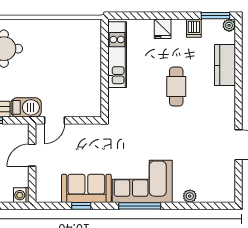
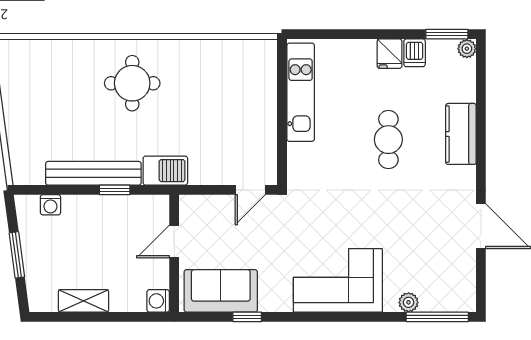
fridge: (163, 29) -> (390, 54), moved
kitchen counter: (225, 65) -> (461, 134), moved
door: (54, 120) -> (250, 190), moved
sofa: (86, 188) -> (221, 291), moved
window: (140, 206) -> (437, 317), moved

